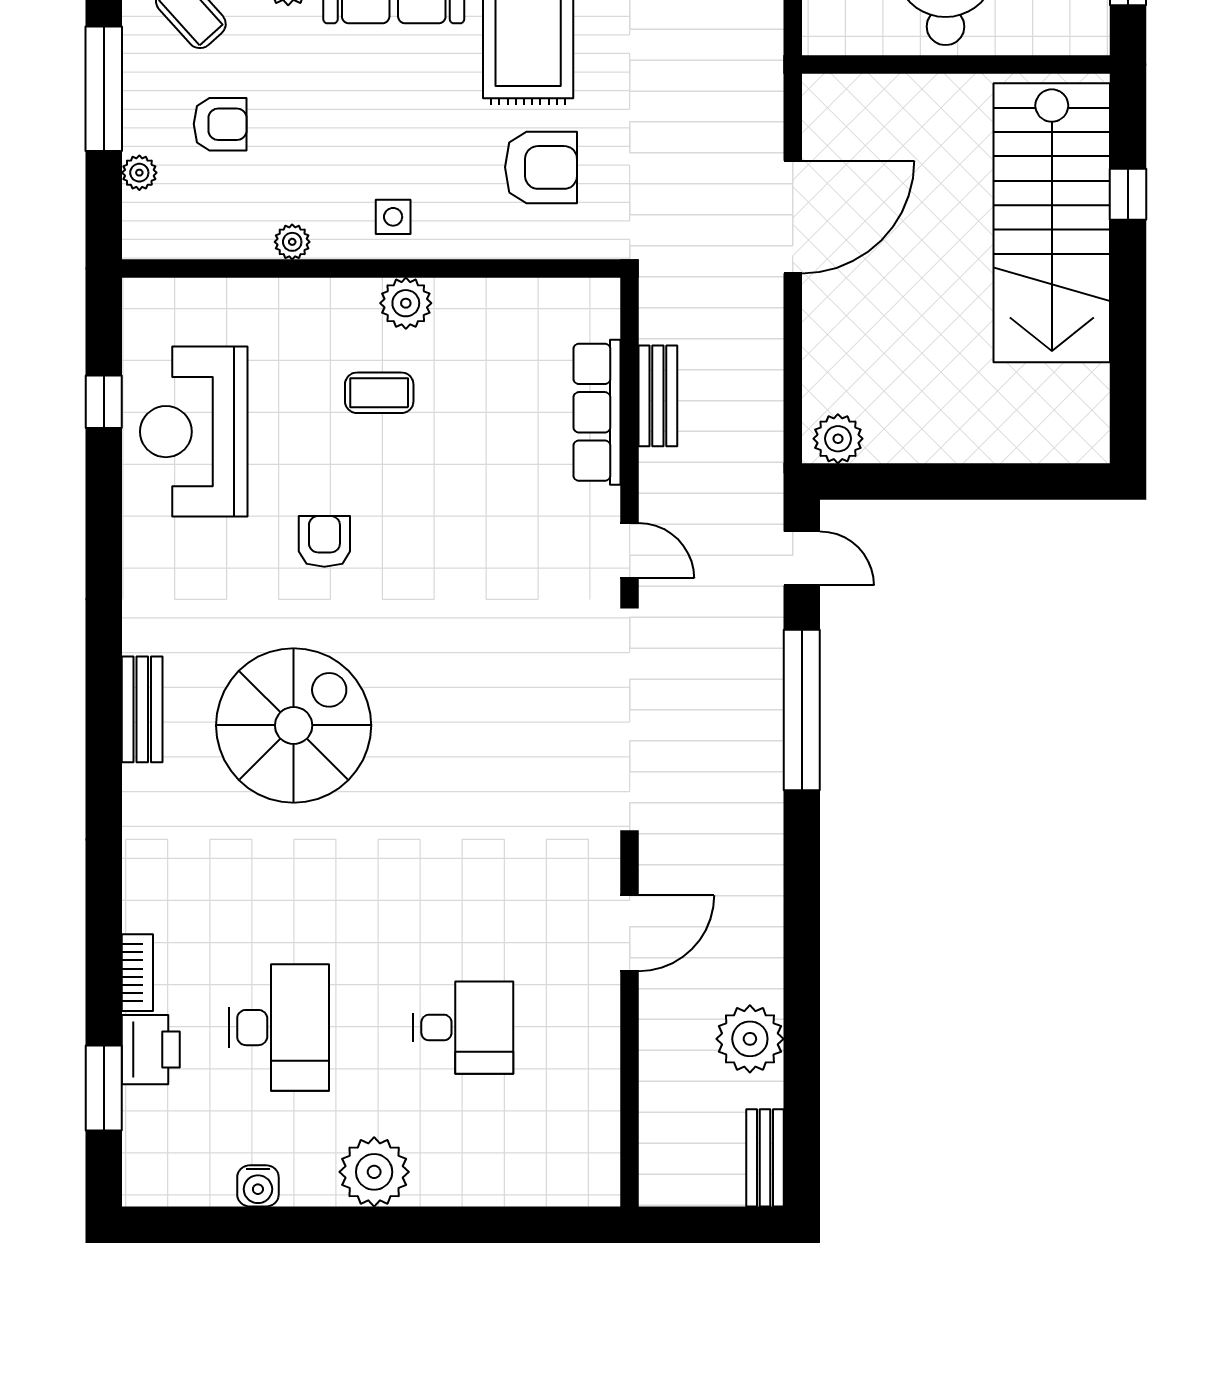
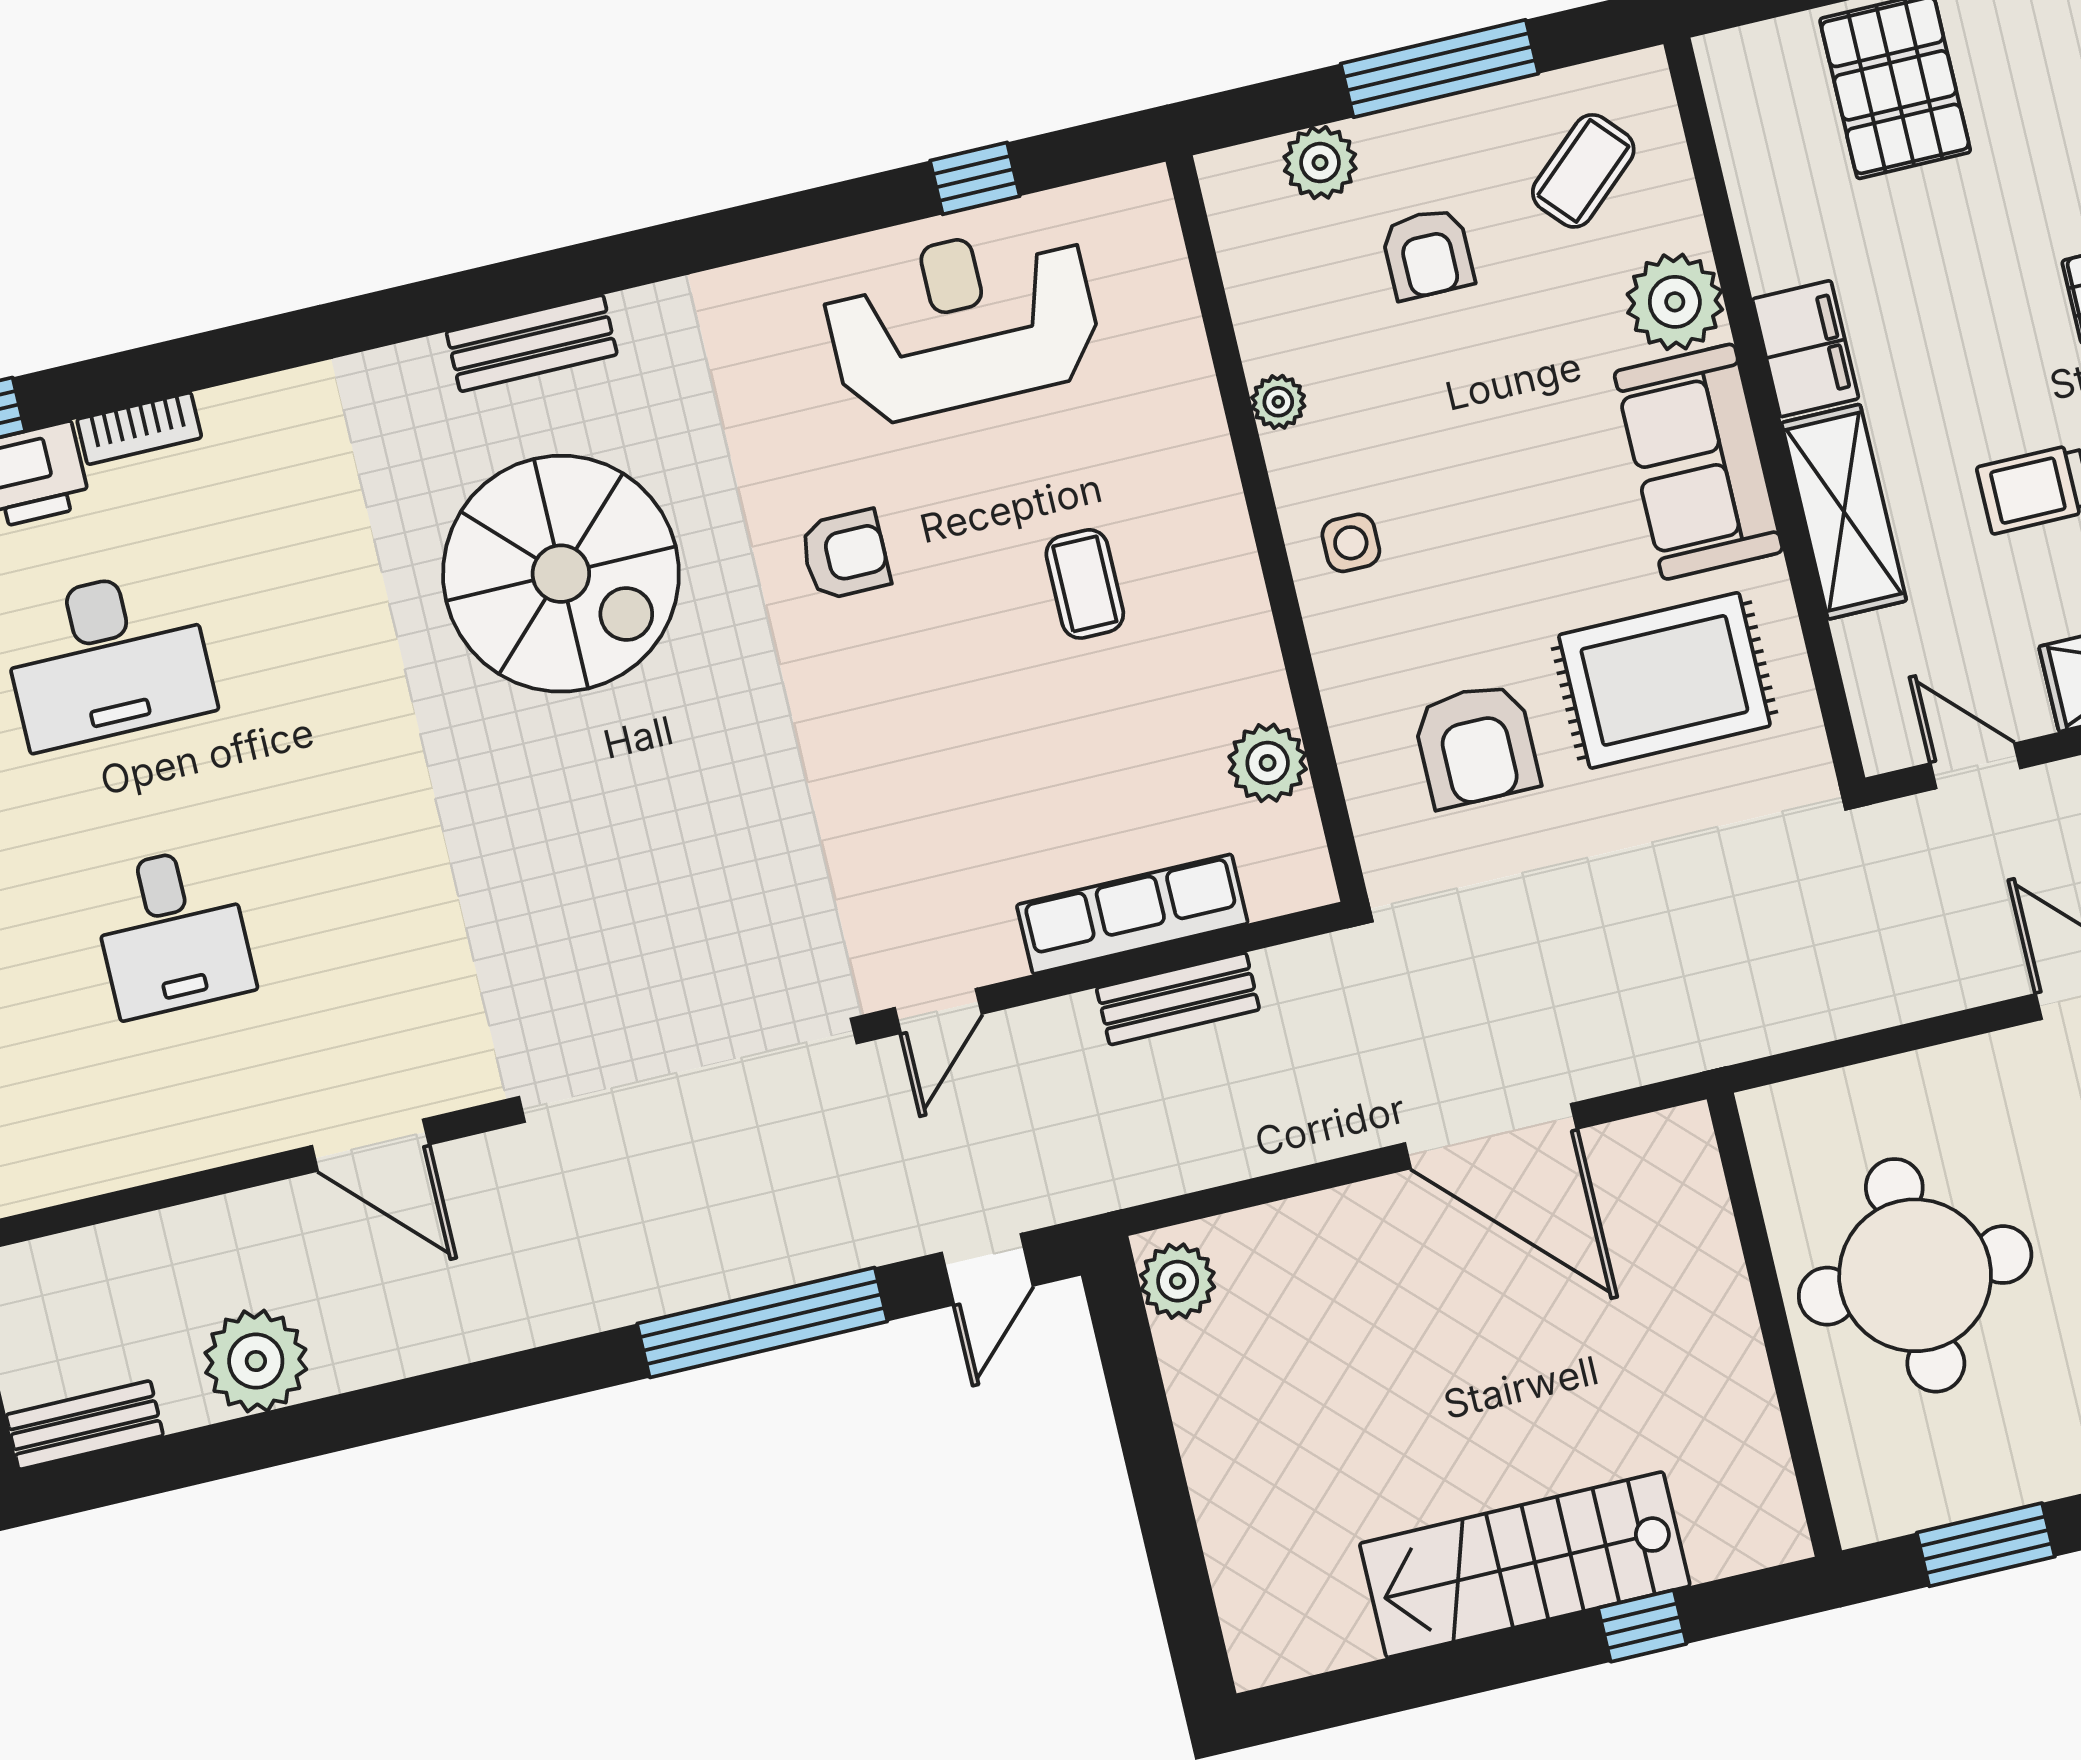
plant: (139, 173) -> (1320, 163), width x1.38, depth x1.38
stairs: (1052, 223) -> (1525, 1565), width x0.73, depth x0.66
plant: (406, 303) -> (1268, 763), moved

